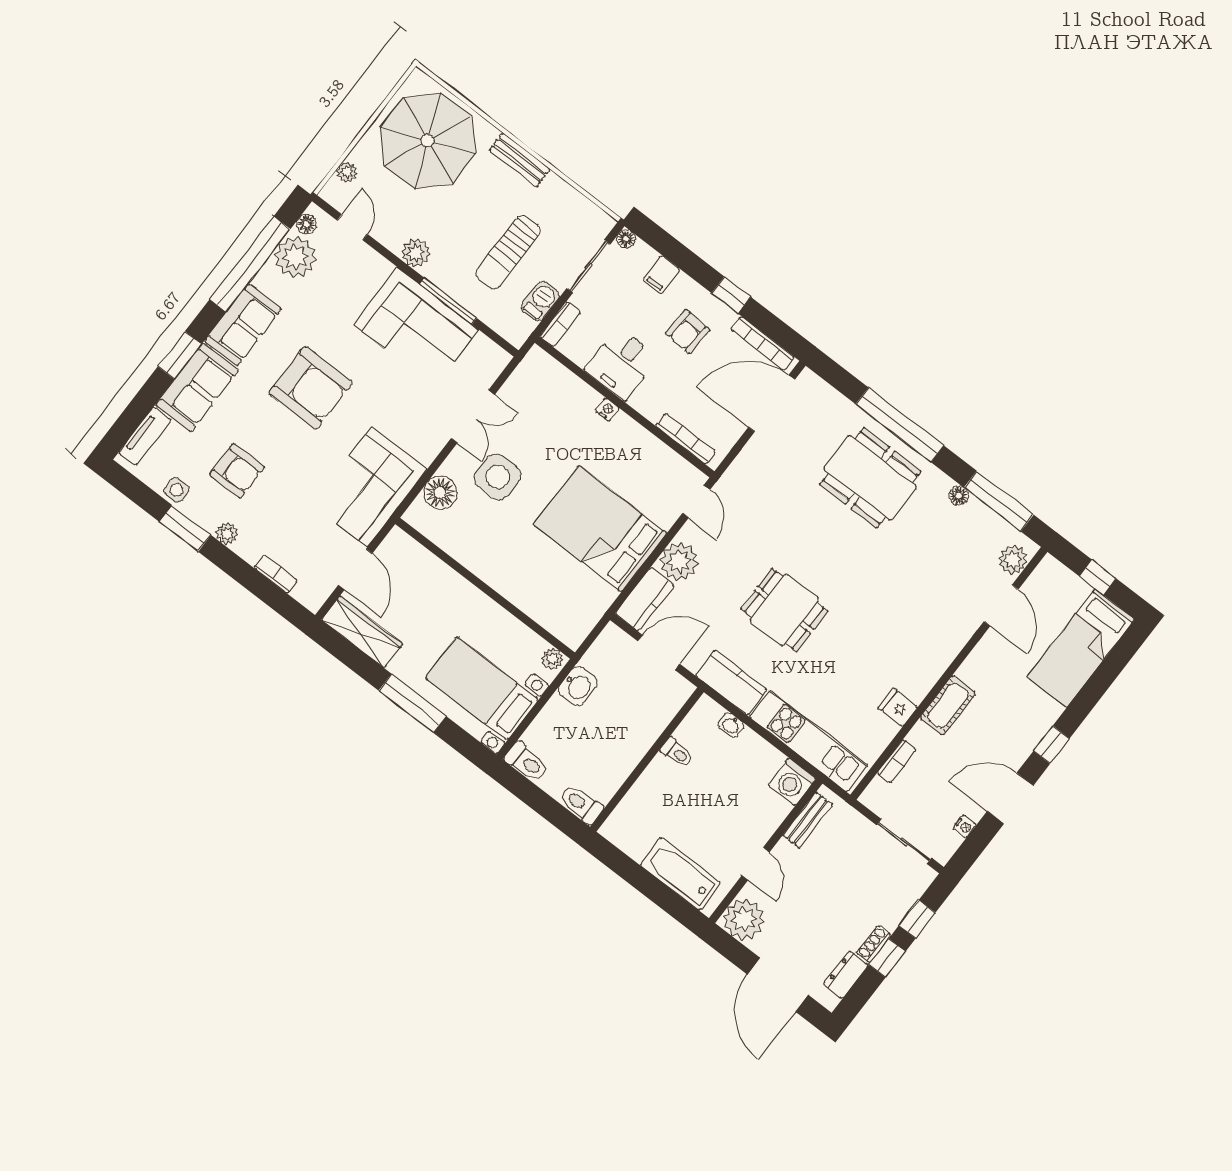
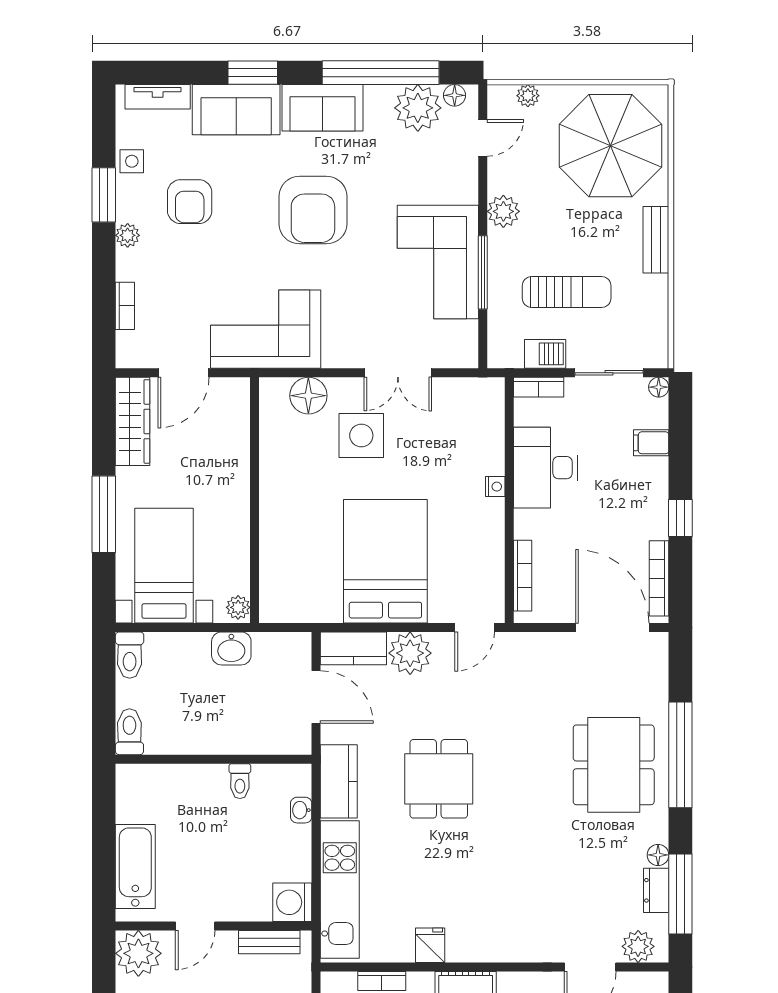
sun lounger: (508, 252) -> (567, 292), turned 180
armchair: (688, 331) -> (619, 504), removed
desk: (621, 363) -> (545, 468), width x1.37
dresser: (983, 516) -> (656, 890), added

